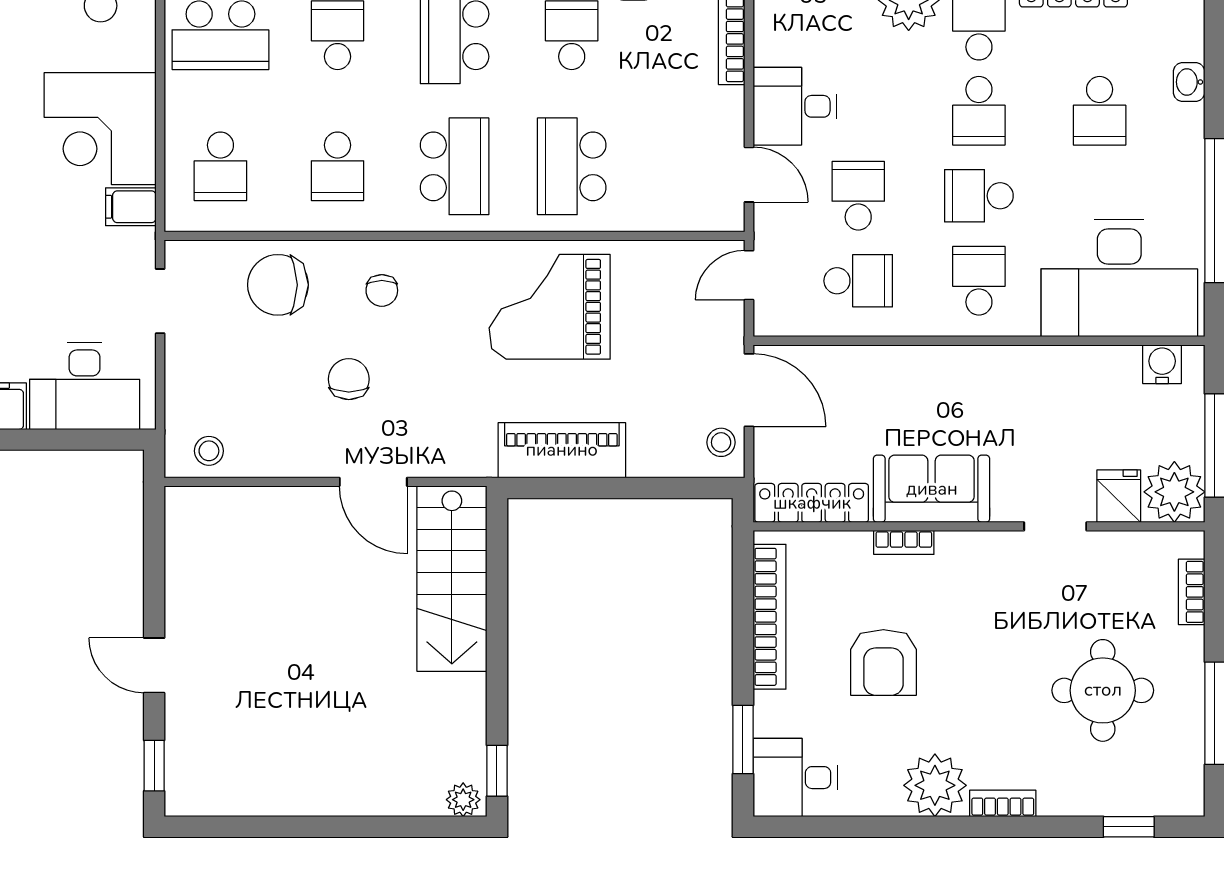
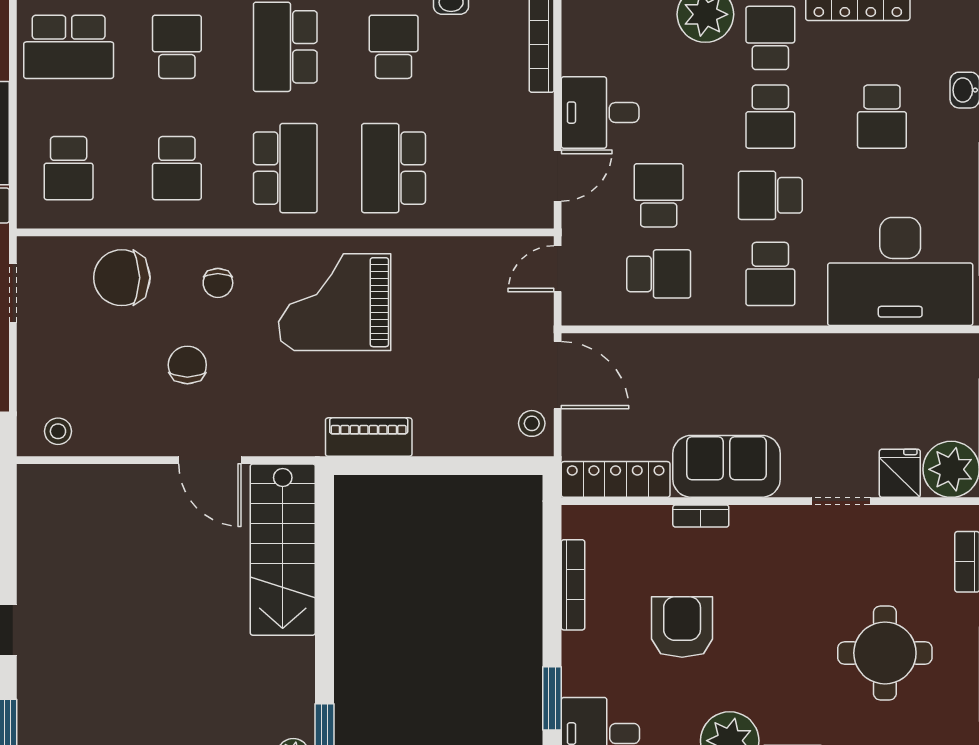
door: (749, 175) -> (558, 176), hinge flipped
school desk: (979, 281) -> (770, 274), turned 180
grand piano: (550, 307) -> (335, 302), moved
water cooler: (1162, 364) -> (940, 351), removed
piano: (562, 450) -> (369, 437), width x0.73, depth x0.75
bookcase: (769, 617) -> (573, 585), width x0.68, depth x0.76
armchair: (883, 662) -> (682, 627), turned 180

